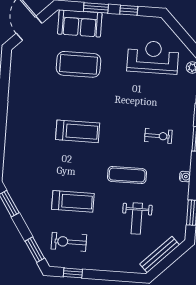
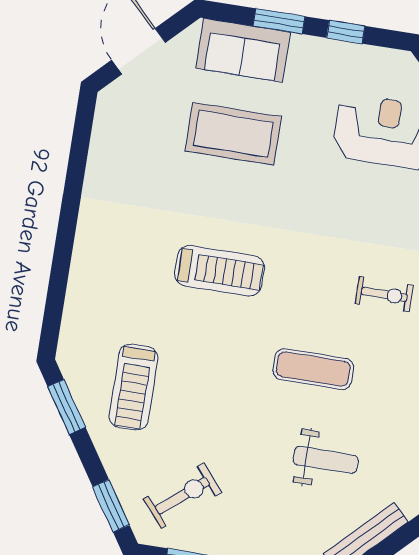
treadmill: (73, 201) -> (134, 387), moved, turned 90
weight bench: (137, 219) -> (326, 460), turned -90
exercise bike: (69, 242) -> (182, 496), turned 140

